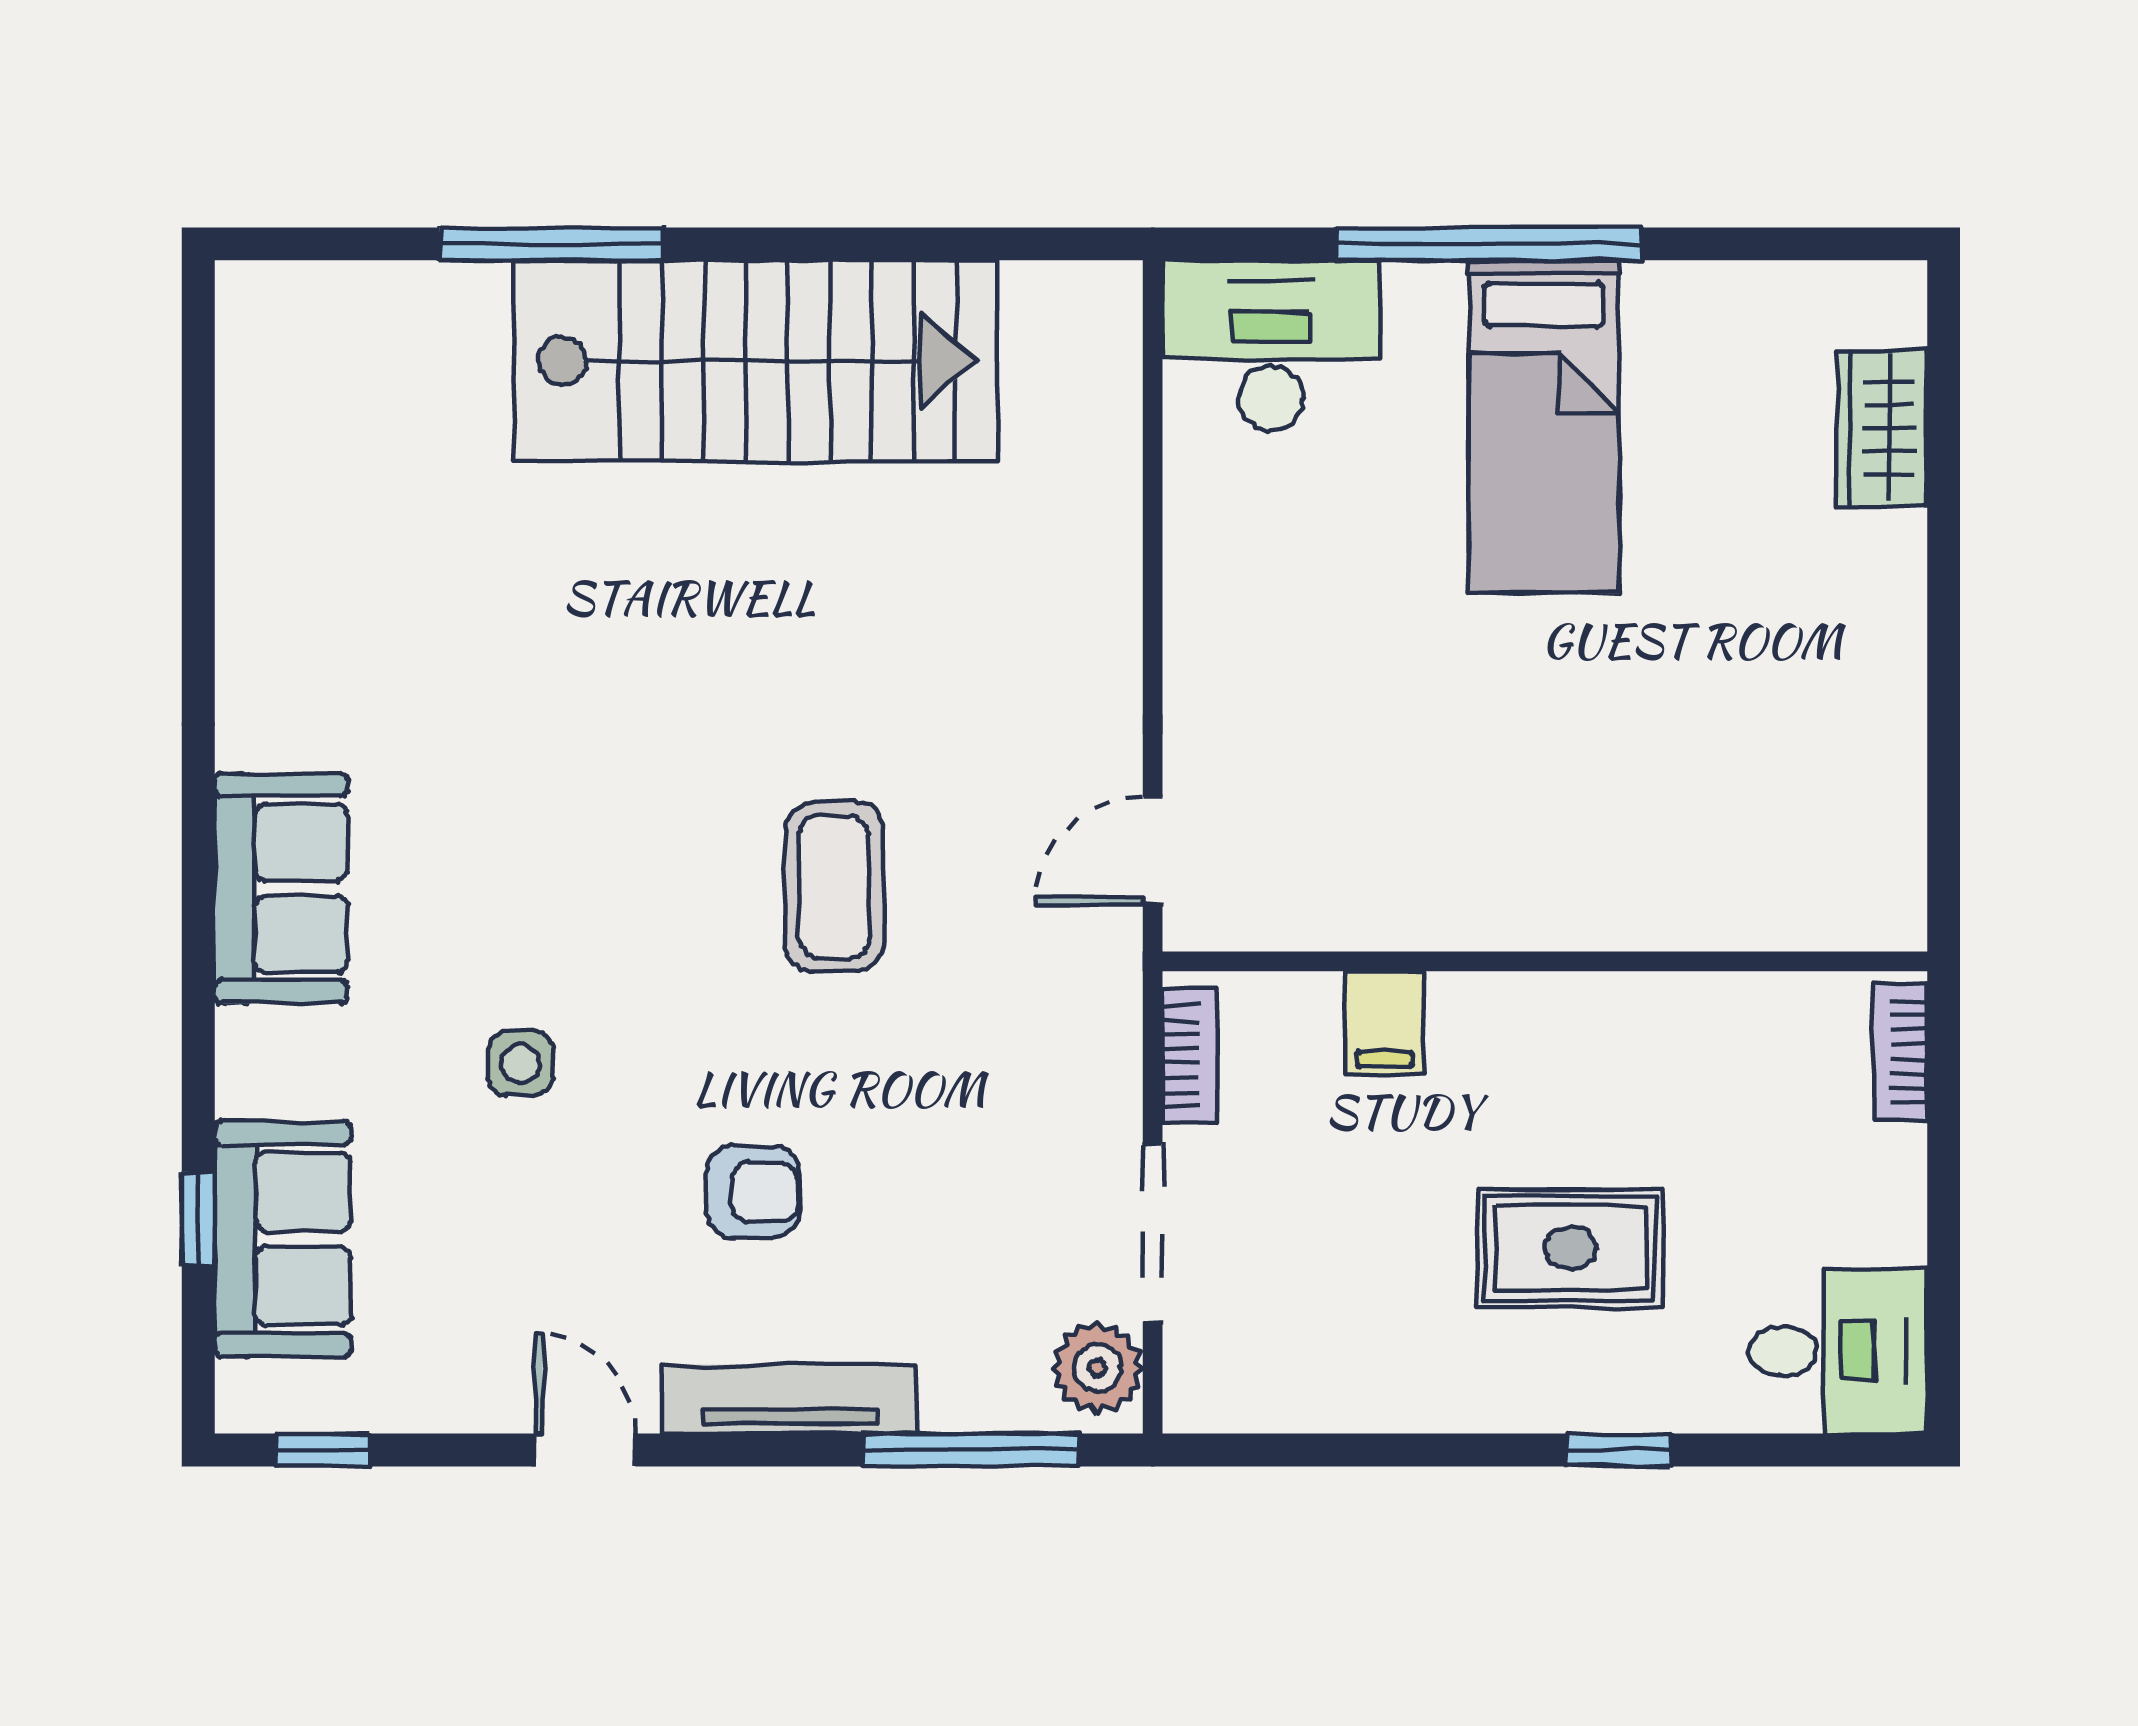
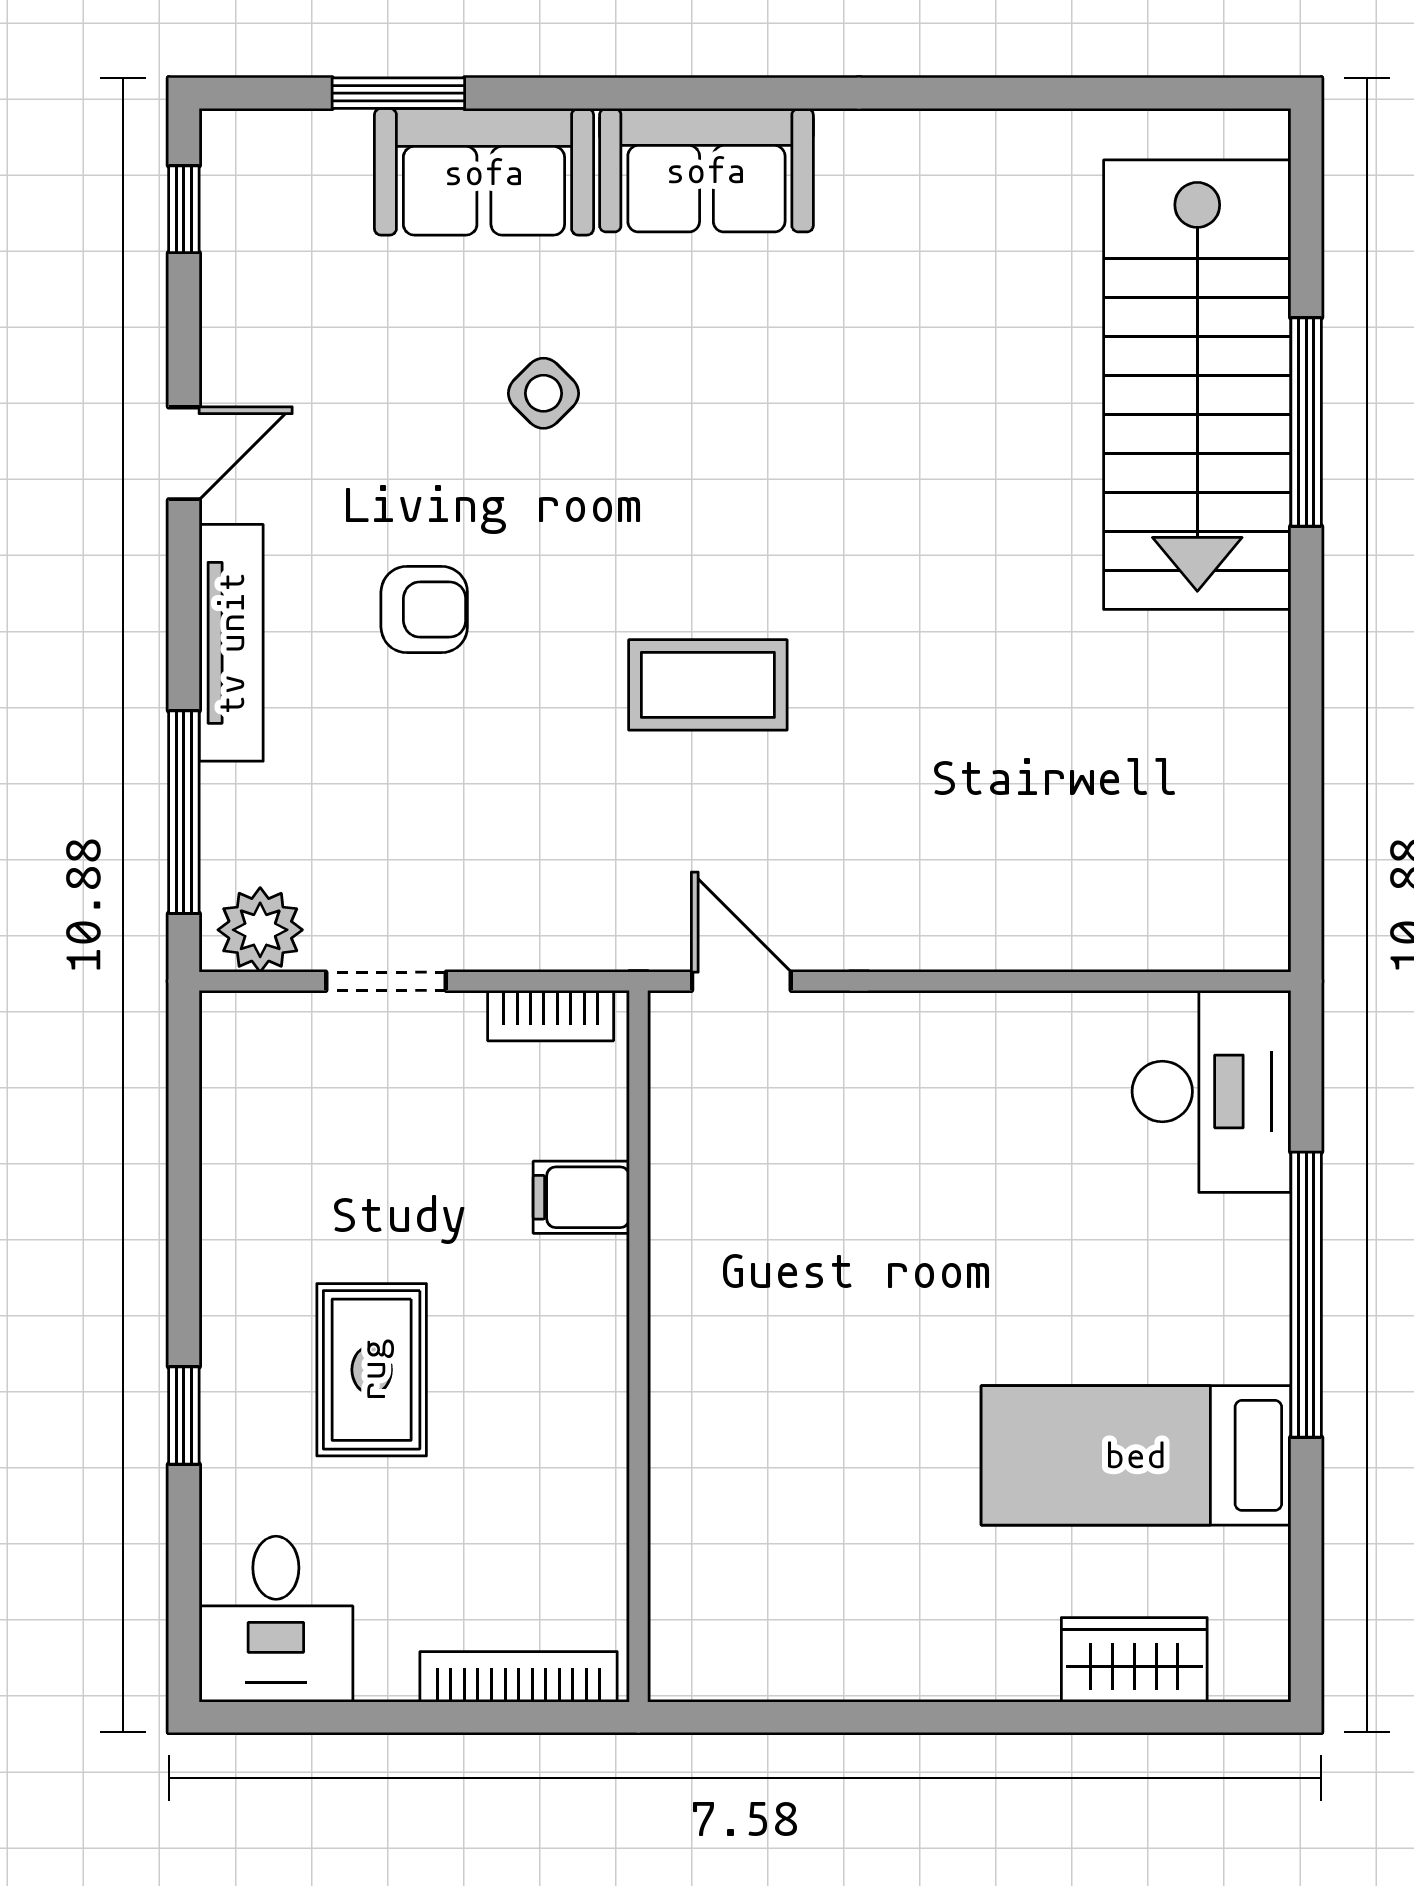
stairs: (755, 361) -> (1197, 385), moved
bed: (1544, 427) -> (1136, 1455), moved
bookcase: (1900, 1052) -> (519, 1677), width x1.56
side table: (521, 1063) -> (544, 393), turned 45
armchair: (753, 1192) -> (424, 610), turned -90
window: (198, 1219) -> (398, 93), width x1.50
doorway: (1153, 1233) -> (386, 981), width x0.73
sofa: (283, 1239) -> (484, 172), moved

